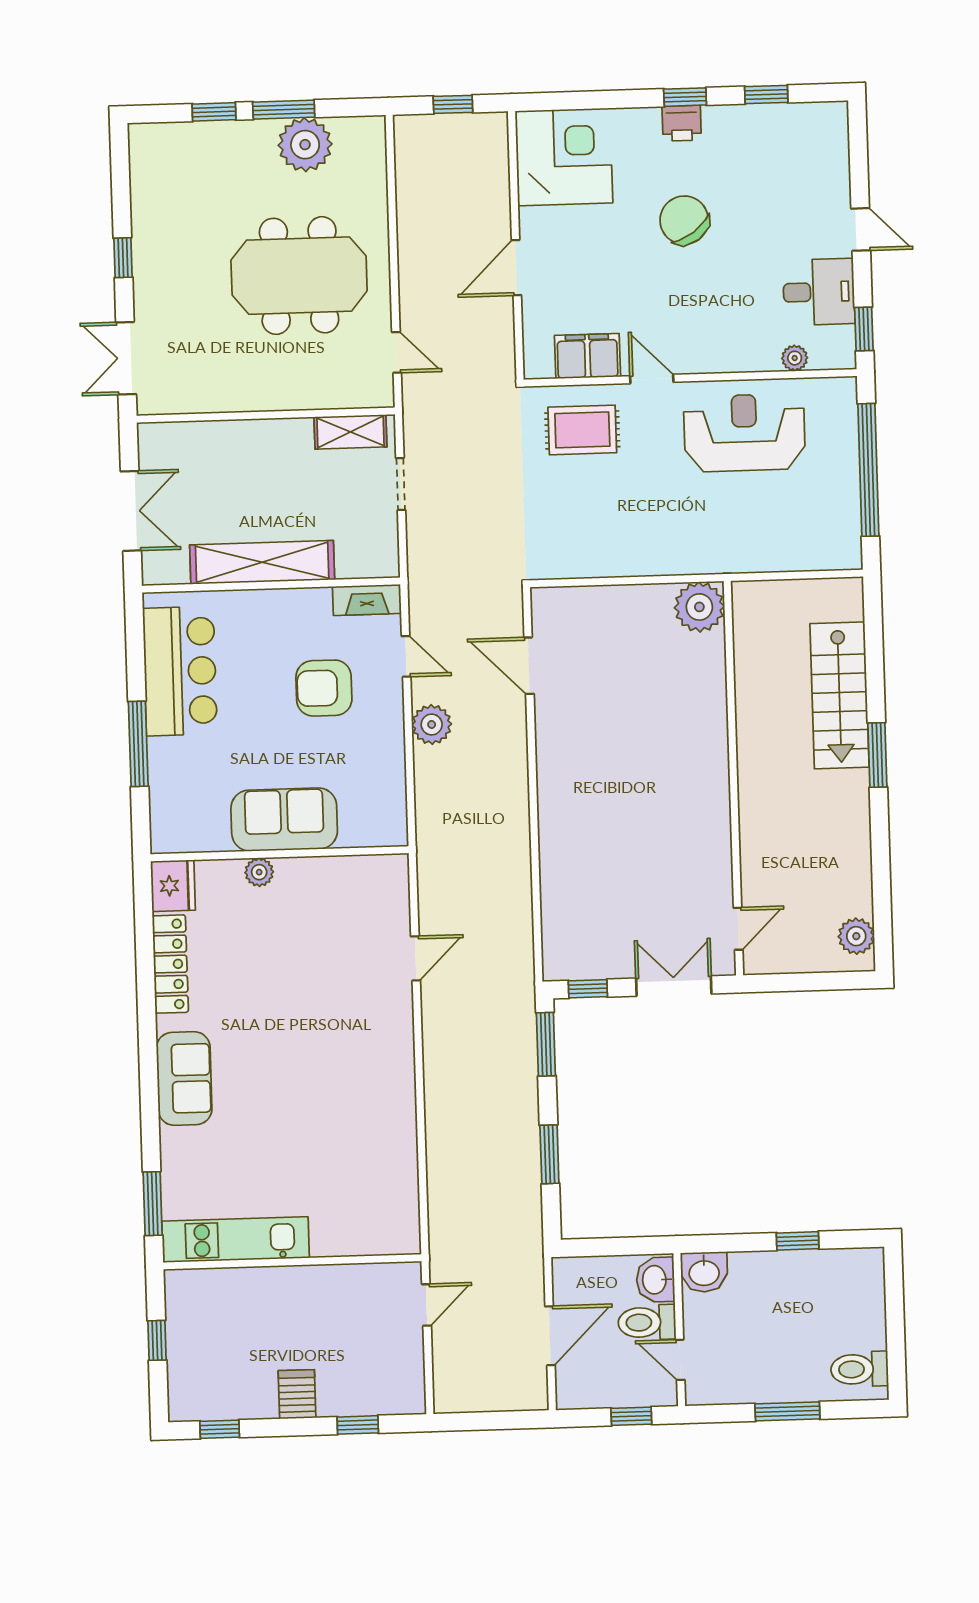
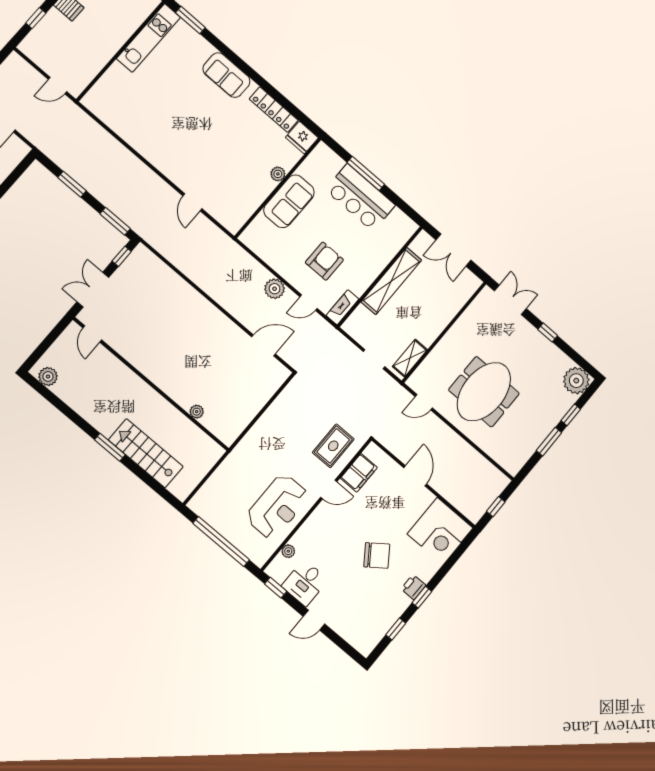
plant: (305, 145) -> (576, 381), moved
plant: (699, 607) -> (197, 412), moved, width x0.53, depth x0.53
bar counter: (180, 671) -> (360, 198), moved
double door: (674, 986) -> (93, 290), swing flipped
door: (426, 1305) -> (58, 86), hinge flipped

